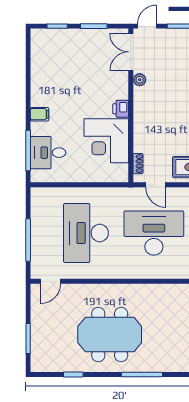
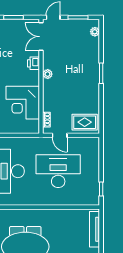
plant: (140, 80) -> (48, 74), moved
printer: (121, 109) -> (34, 63), moved

